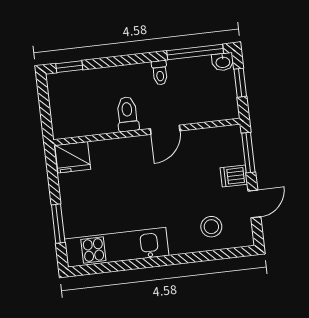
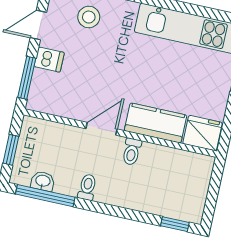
washbasin: (223, 62) -> (43, 181), moved
toilet: (127, 114) -> (132, 152), width x0.73, depth x0.72
kitchen counter: (118, 152) -> (156, 123), added

